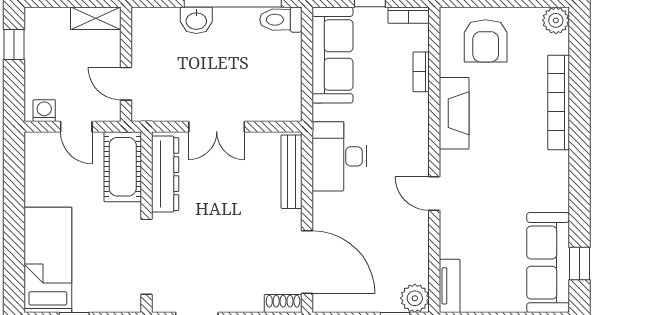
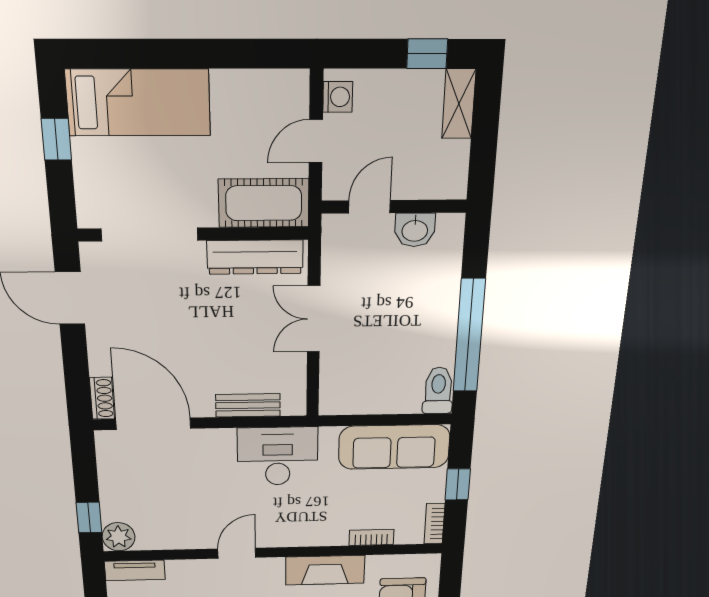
shelving: (96, 18) -> (459, 104), moved
washbasin: (196, 20) -> (415, 230), moved, turned -90
bench: (292, 172) -> (248, 405), width x0.73
door: (307, 262) -> (153, 424), swing flipped

